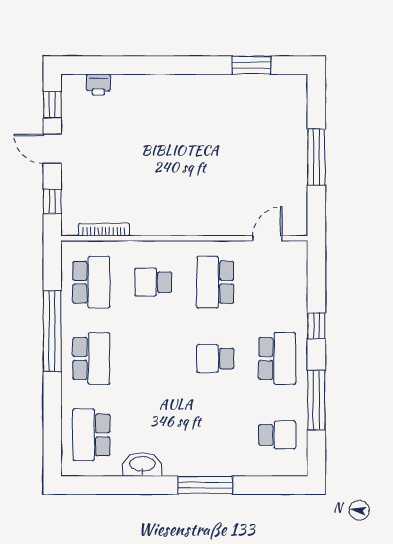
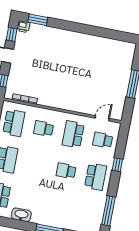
window: (251, 65) -> (38, 20), moved
printer: (98, 85) -> (23, 27), moved
window: (316, 400) -> (108, 211), moved
school desk: (277, 435) -> (103, 140), moved, turned 180

